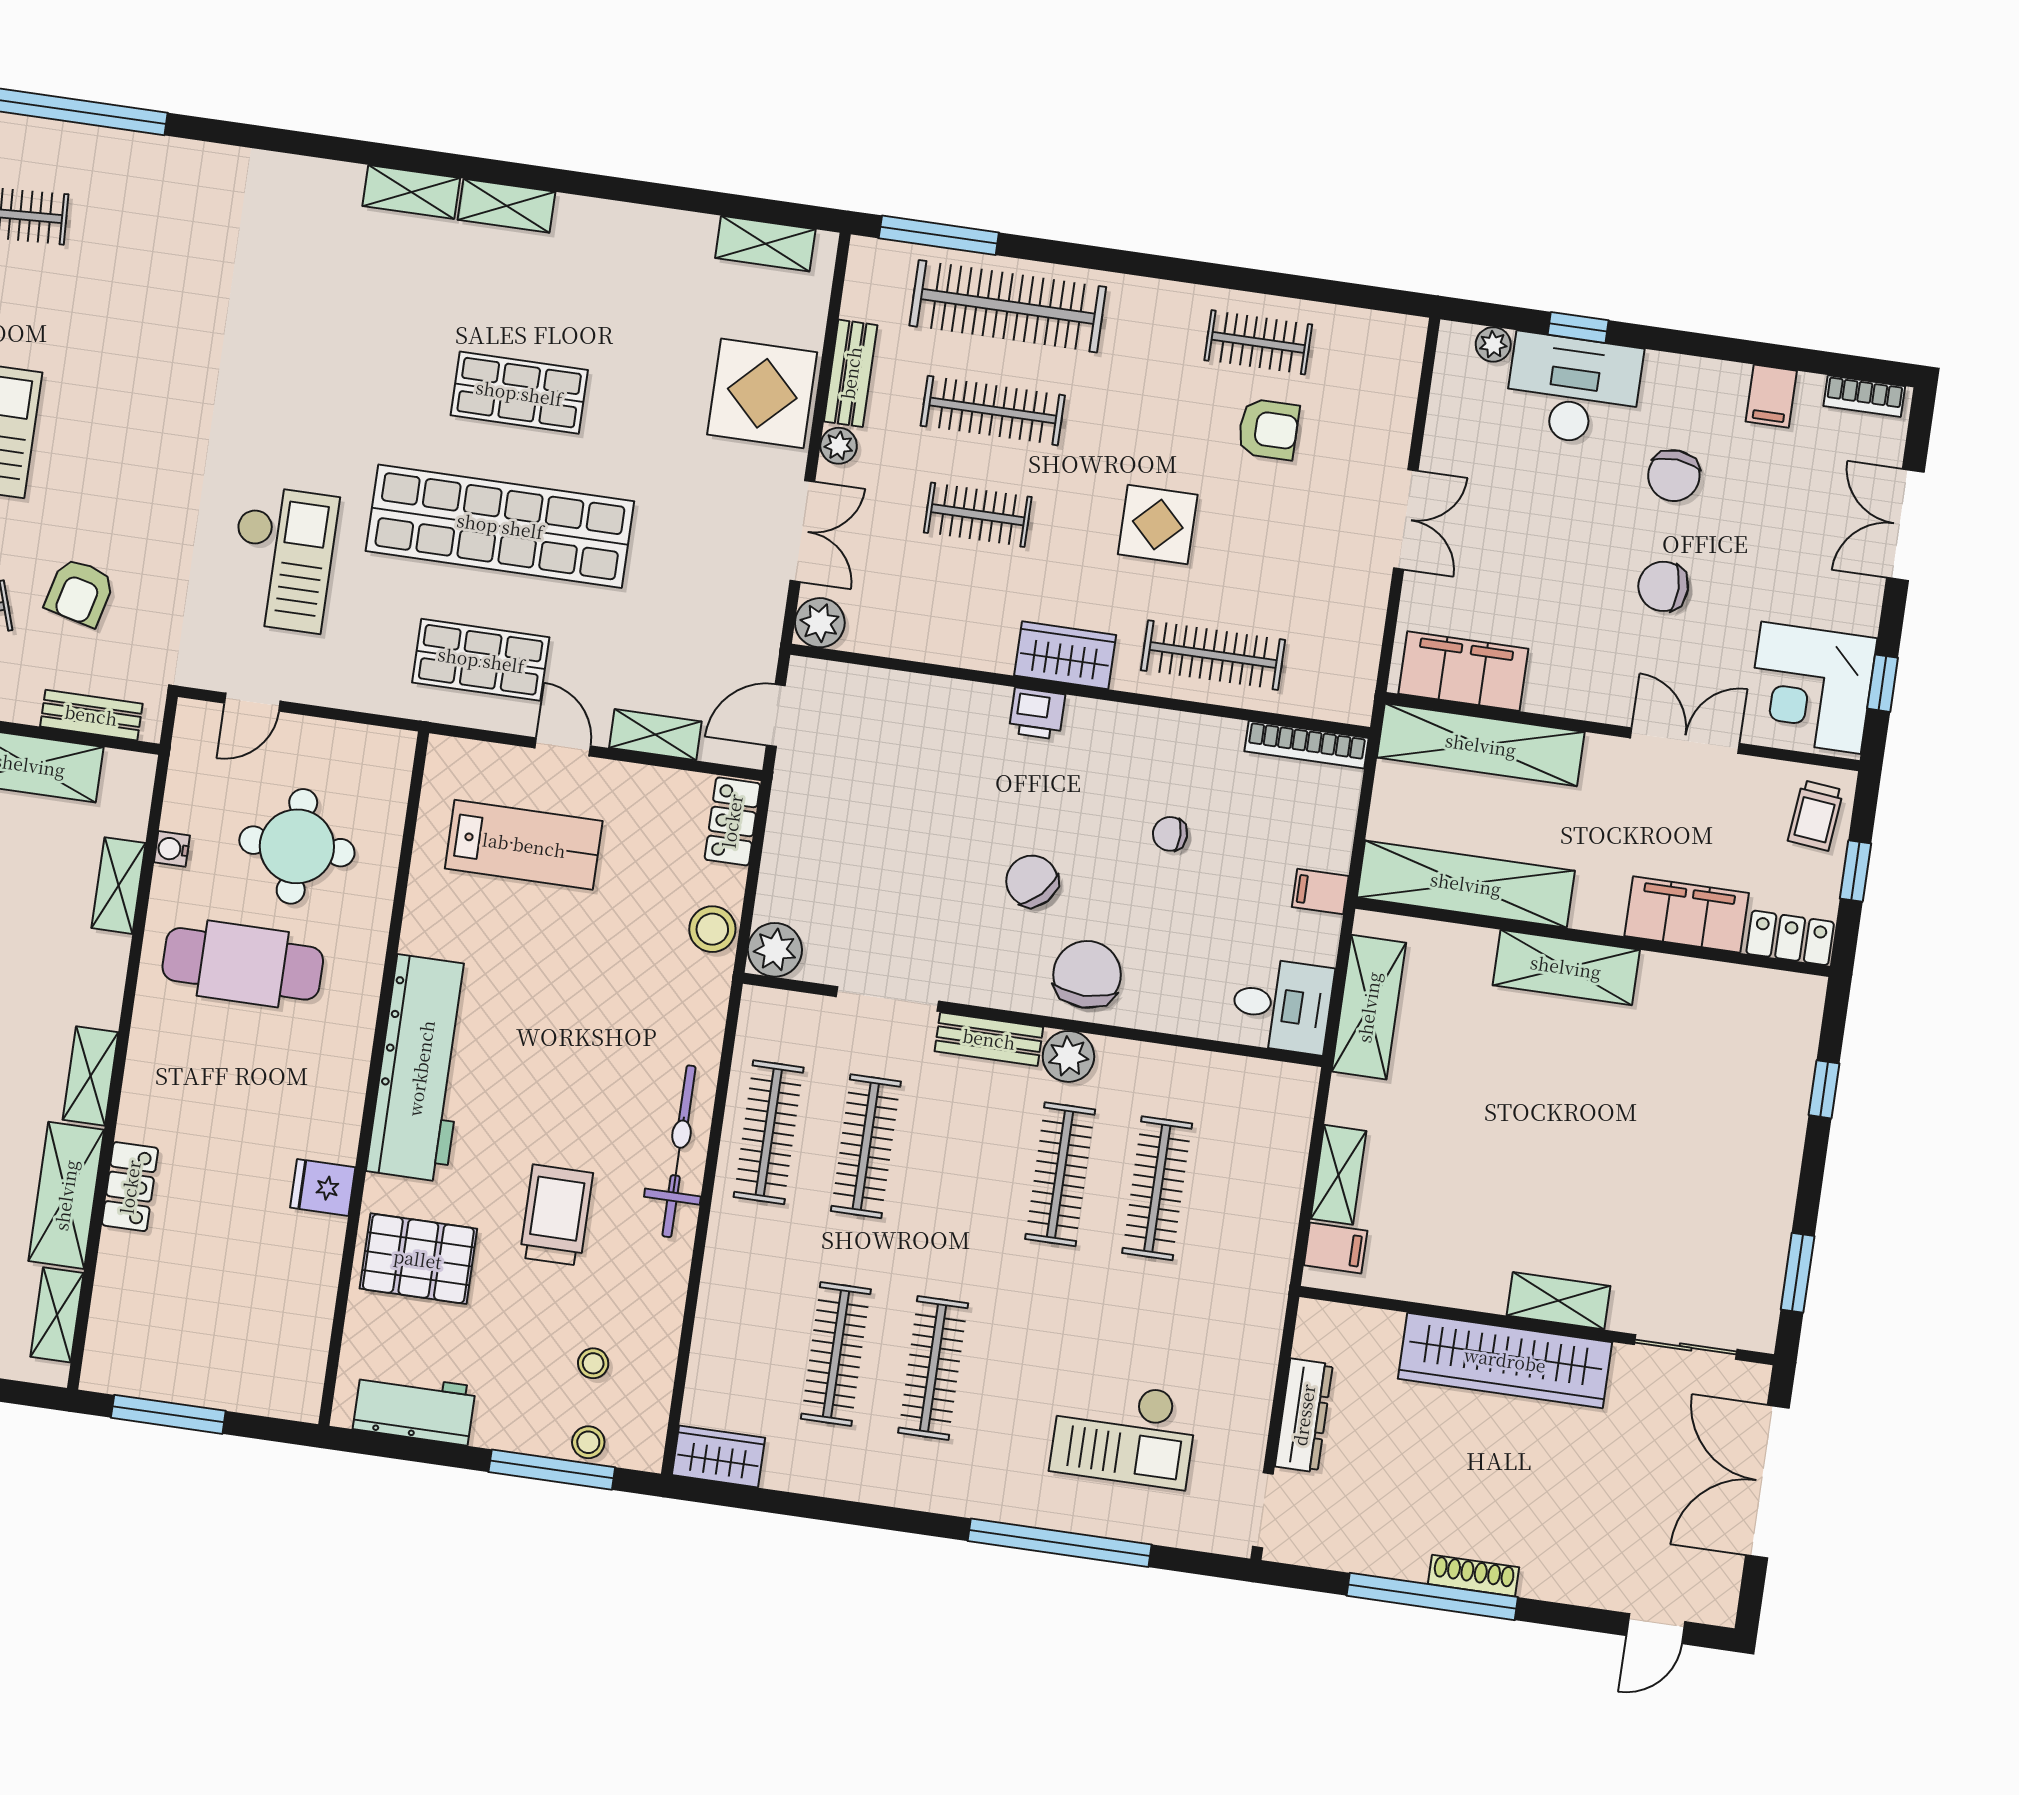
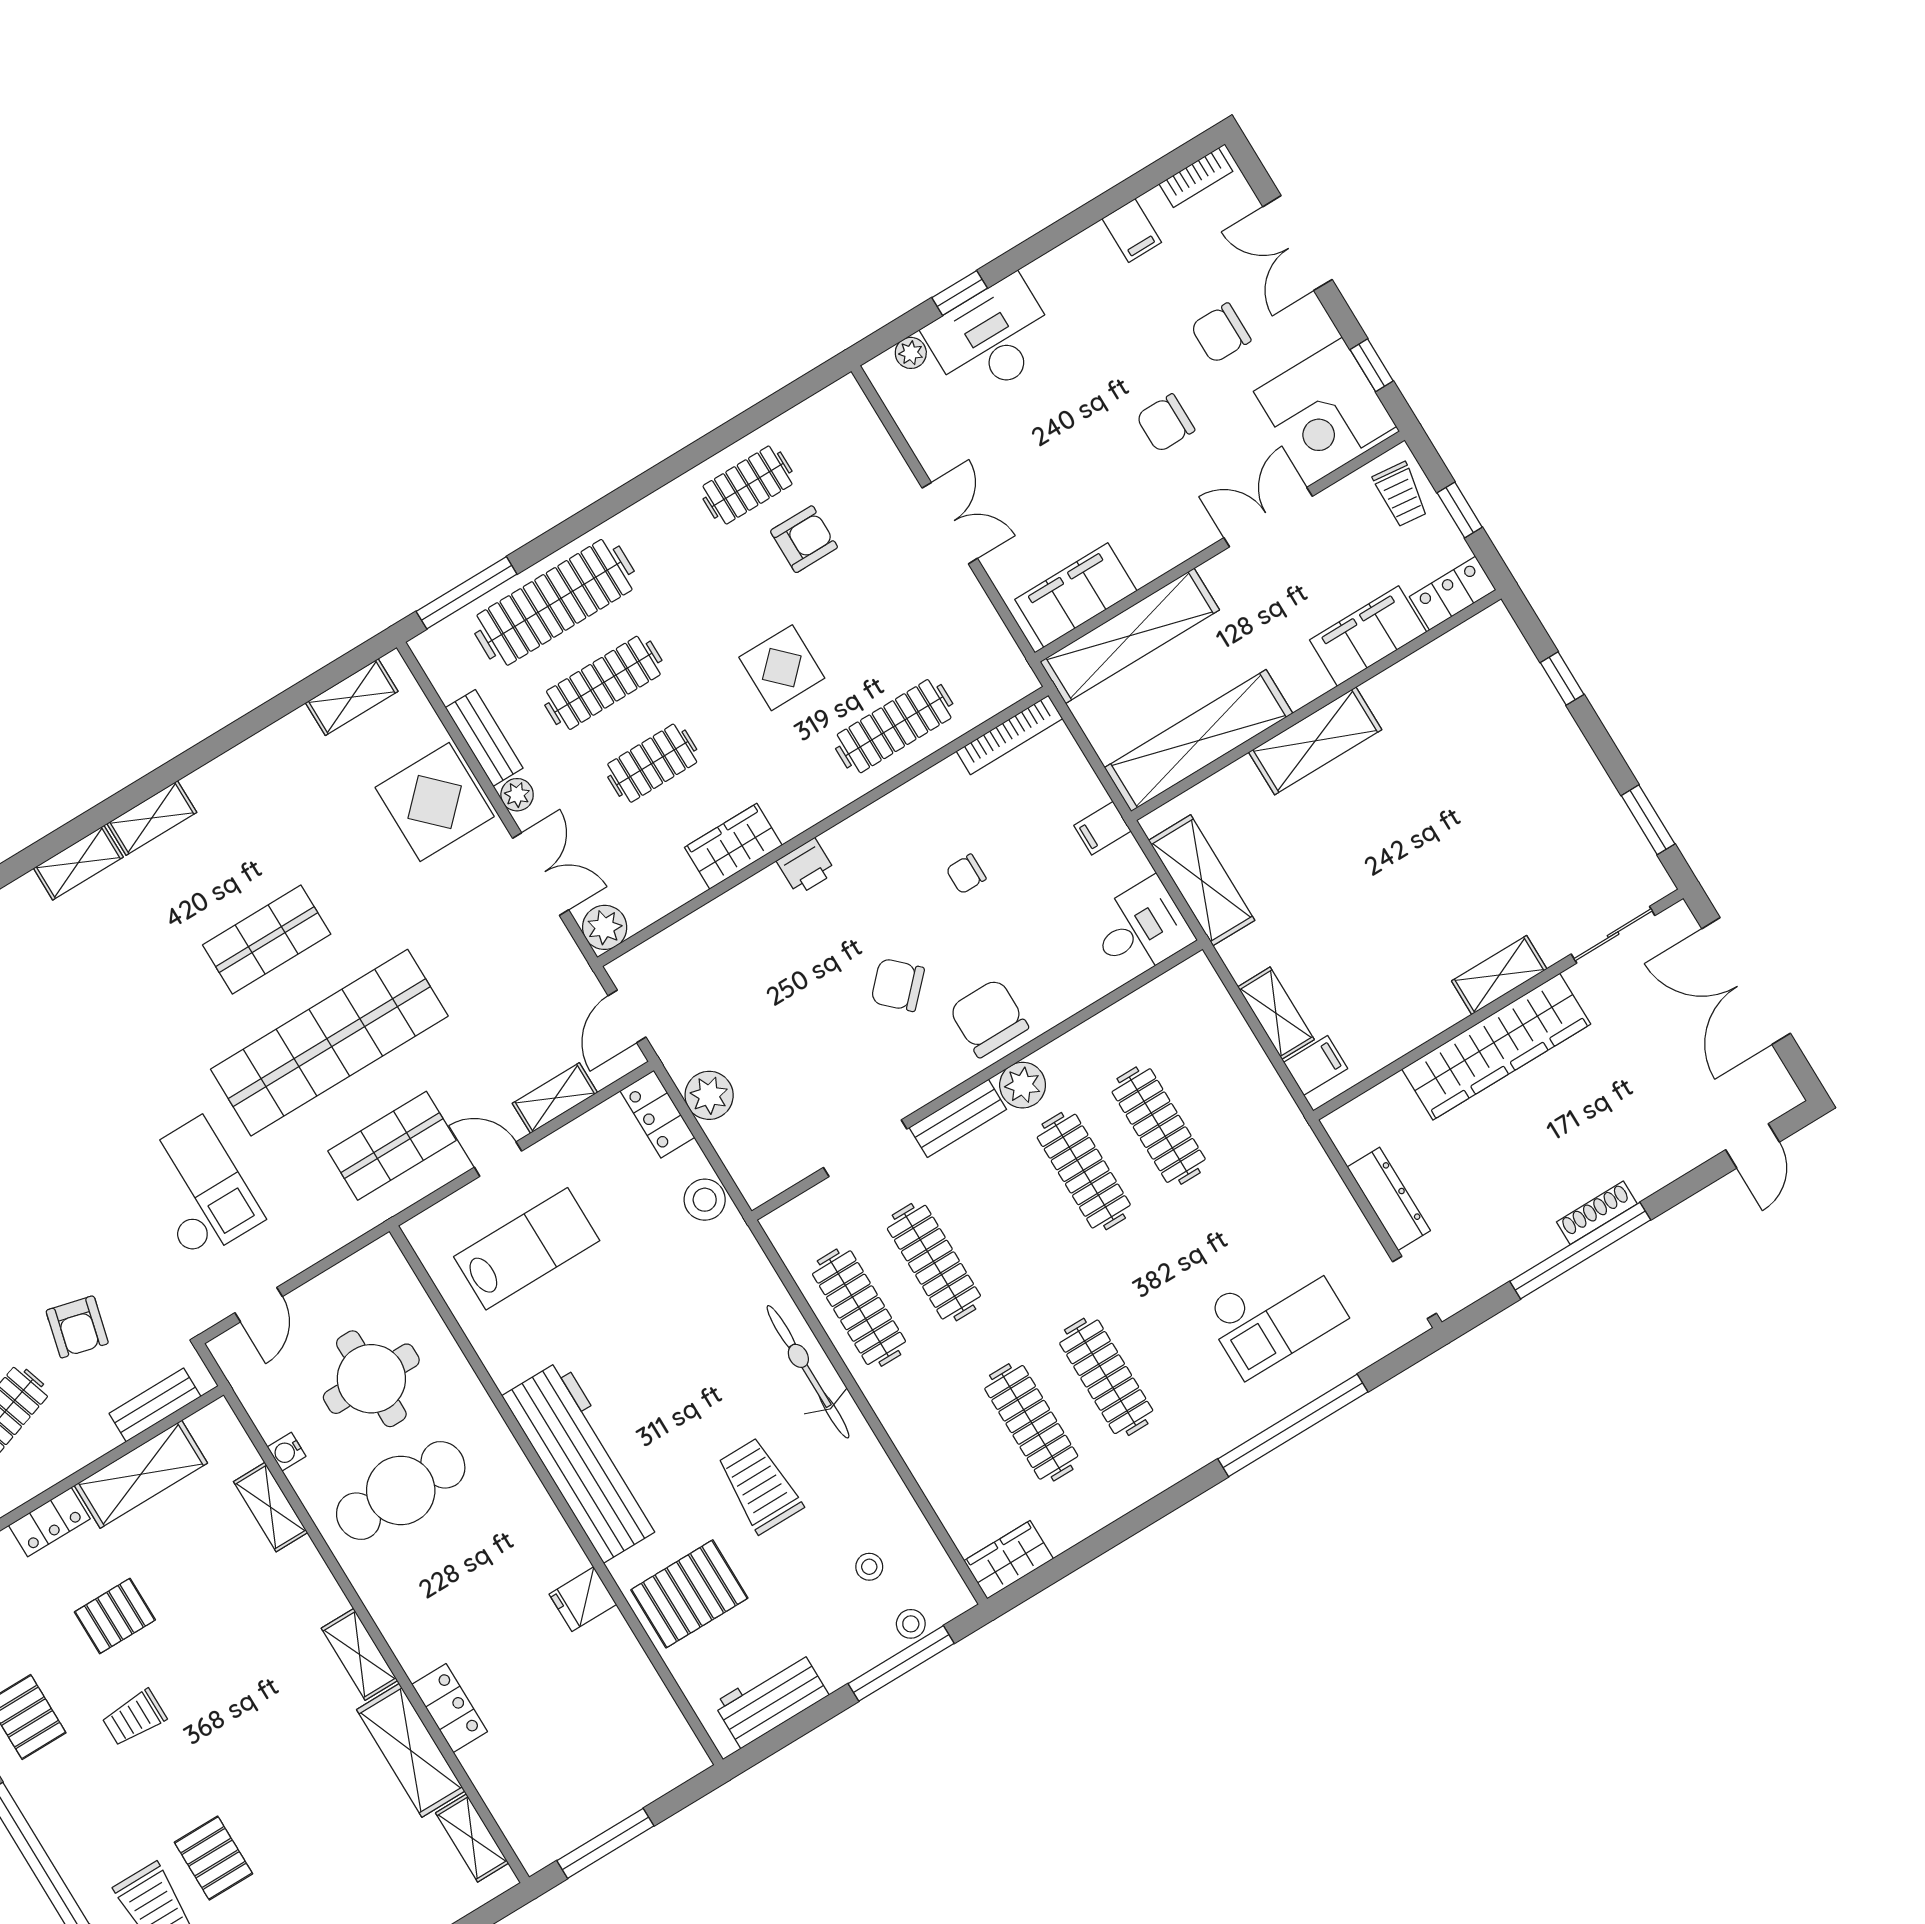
chair: (1674, 476) -> (1221, 333), moved, turned 86
wardrobe: (1065, 655) -> (733, 846), moved
plant: (775, 950) -> (709, 1095), moved

